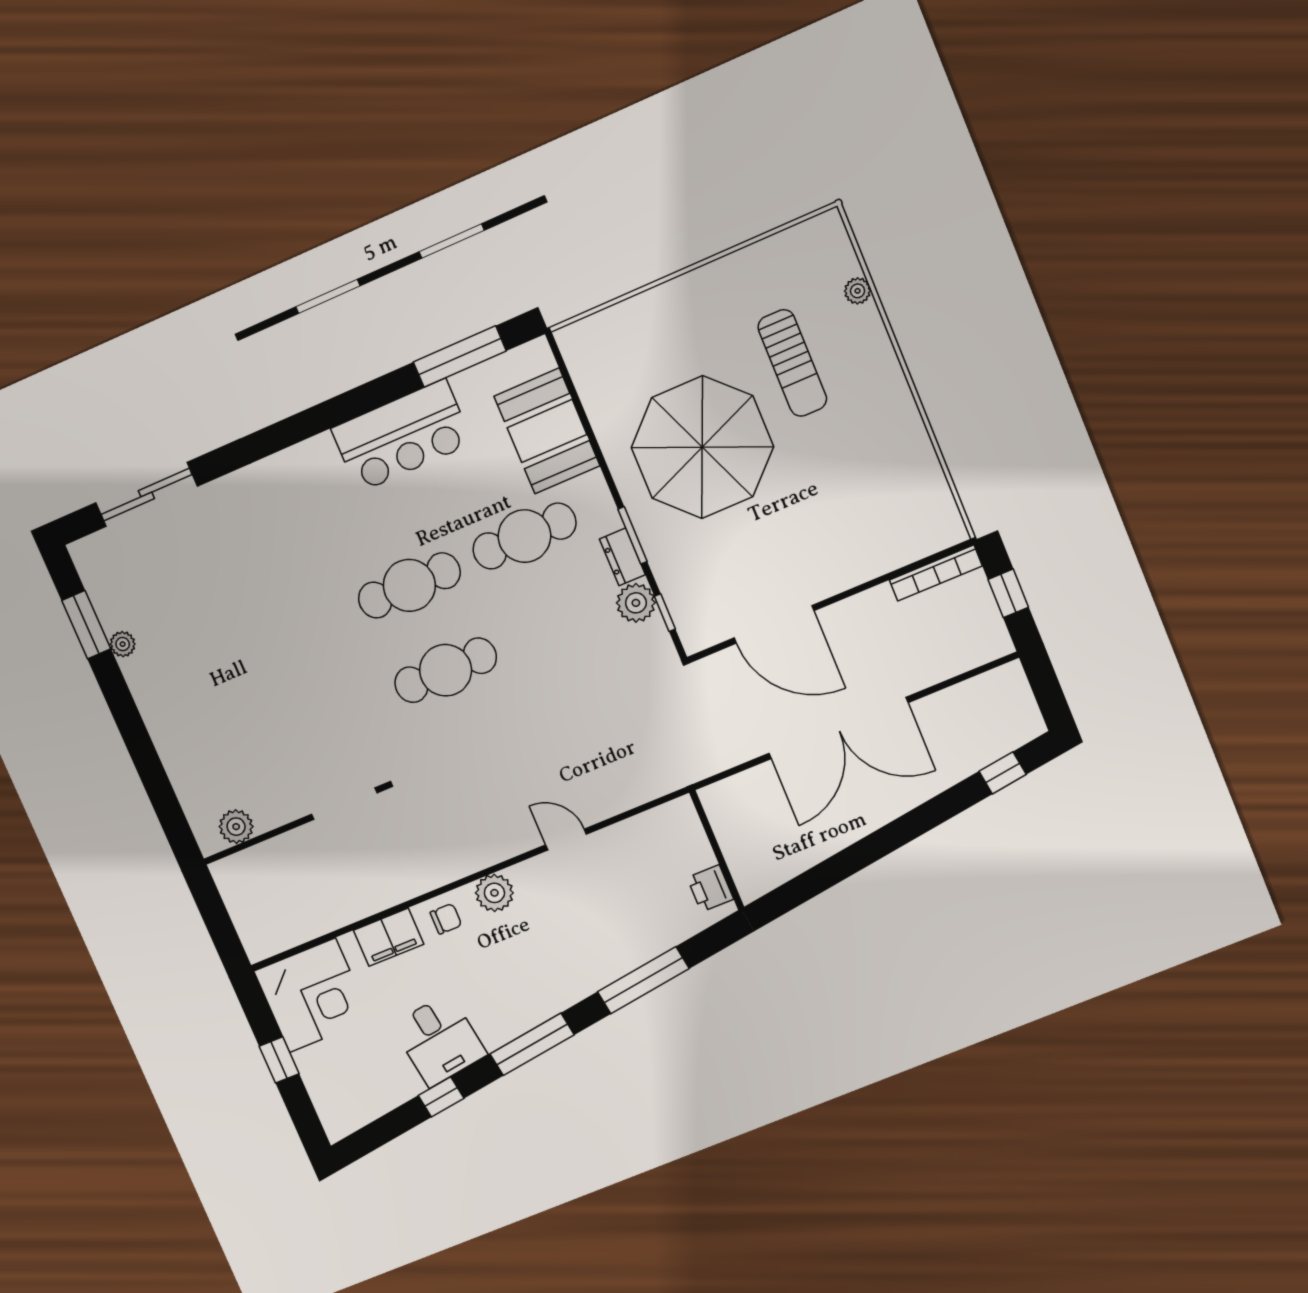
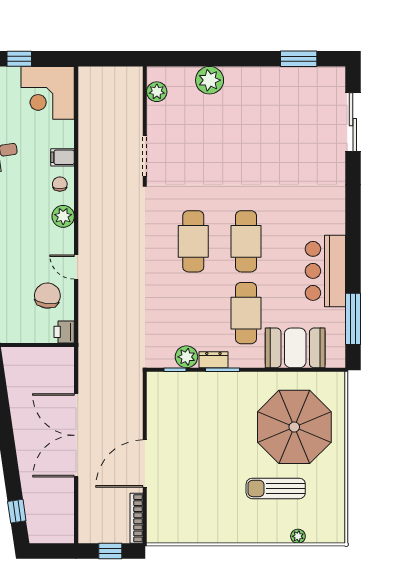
parasol: (702, 447) -> (294, 427), moved
door: (774, 624) -> (145, 464), moved
plant: (123, 644) -> (210, 80), moved, width x1.87, depth x1.87
door: (566, 840) -> (76, 267), swing flipped
chair: (631, 866) -> (47, 296), added
printer: (710, 888) -> (64, 332), moved, turned -90
chair: (446, 919) -> (60, 184), turned 180
filing cabinet: (389, 937) -> (63, 157), width x0.50

